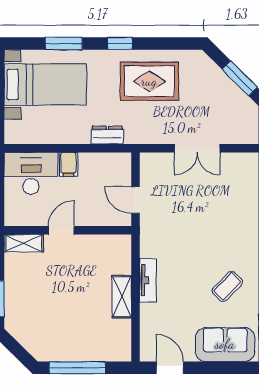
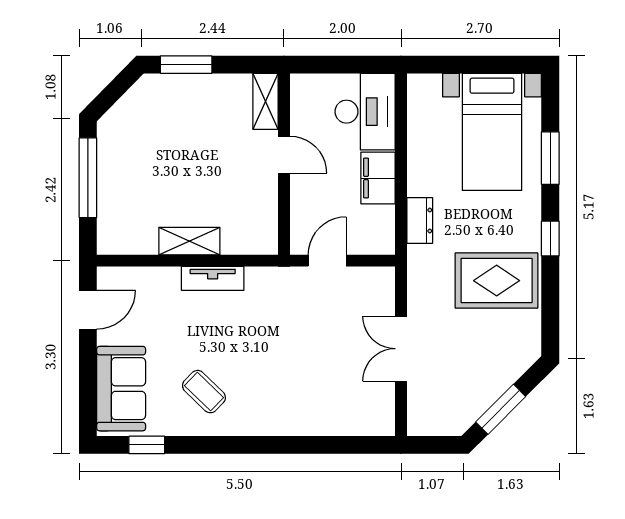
rug: (149, 81) -> (497, 281), turned 90
filing cabinet: (68, 164) -> (378, 178), width x2.00

